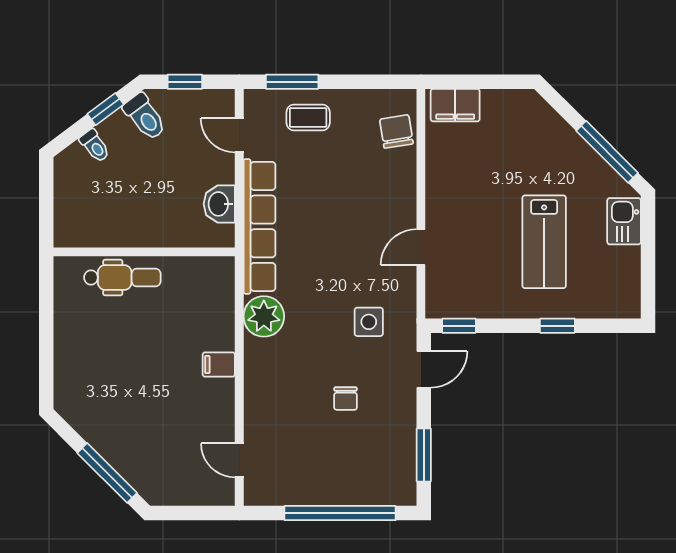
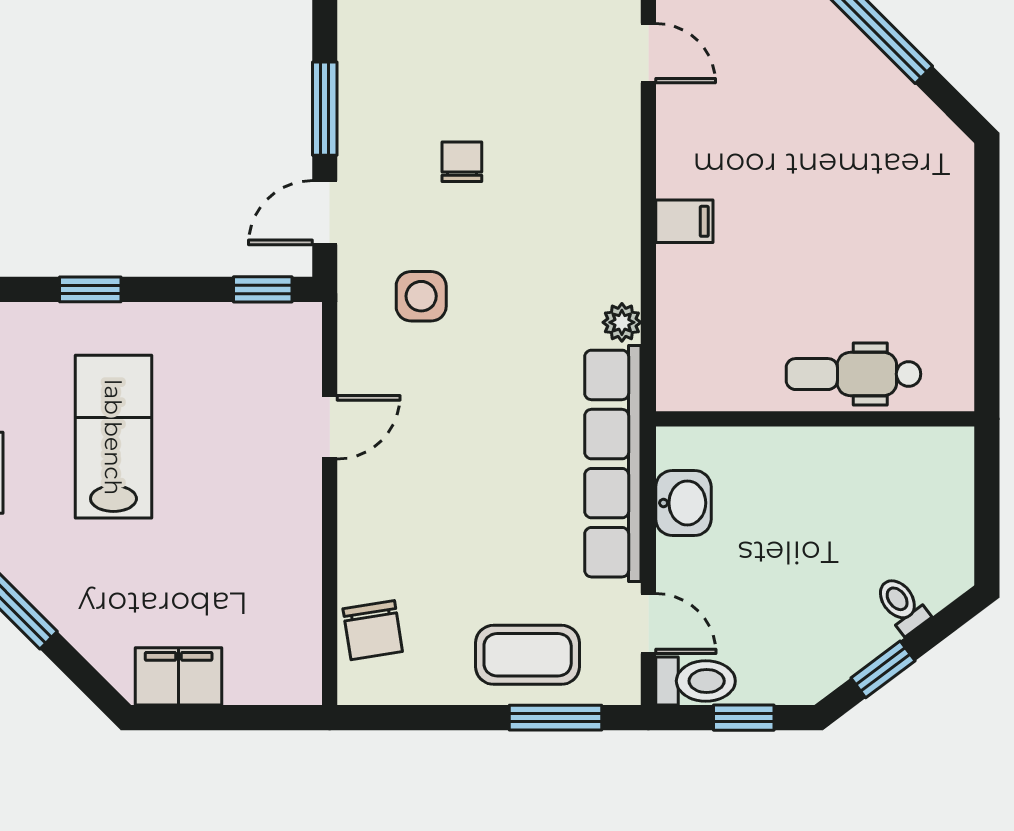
filing cabinet: (455, 105) -> (179, 676), moved
toilet: (145, 117) -> (696, 681), moved, turned 127
coffee table: (308, 117) -> (528, 655), width x1.36, depth x1.30
plant: (264, 316) -> (622, 322), width x0.53, depth x0.53
window: (424, 455) -> (325, 109), moved

